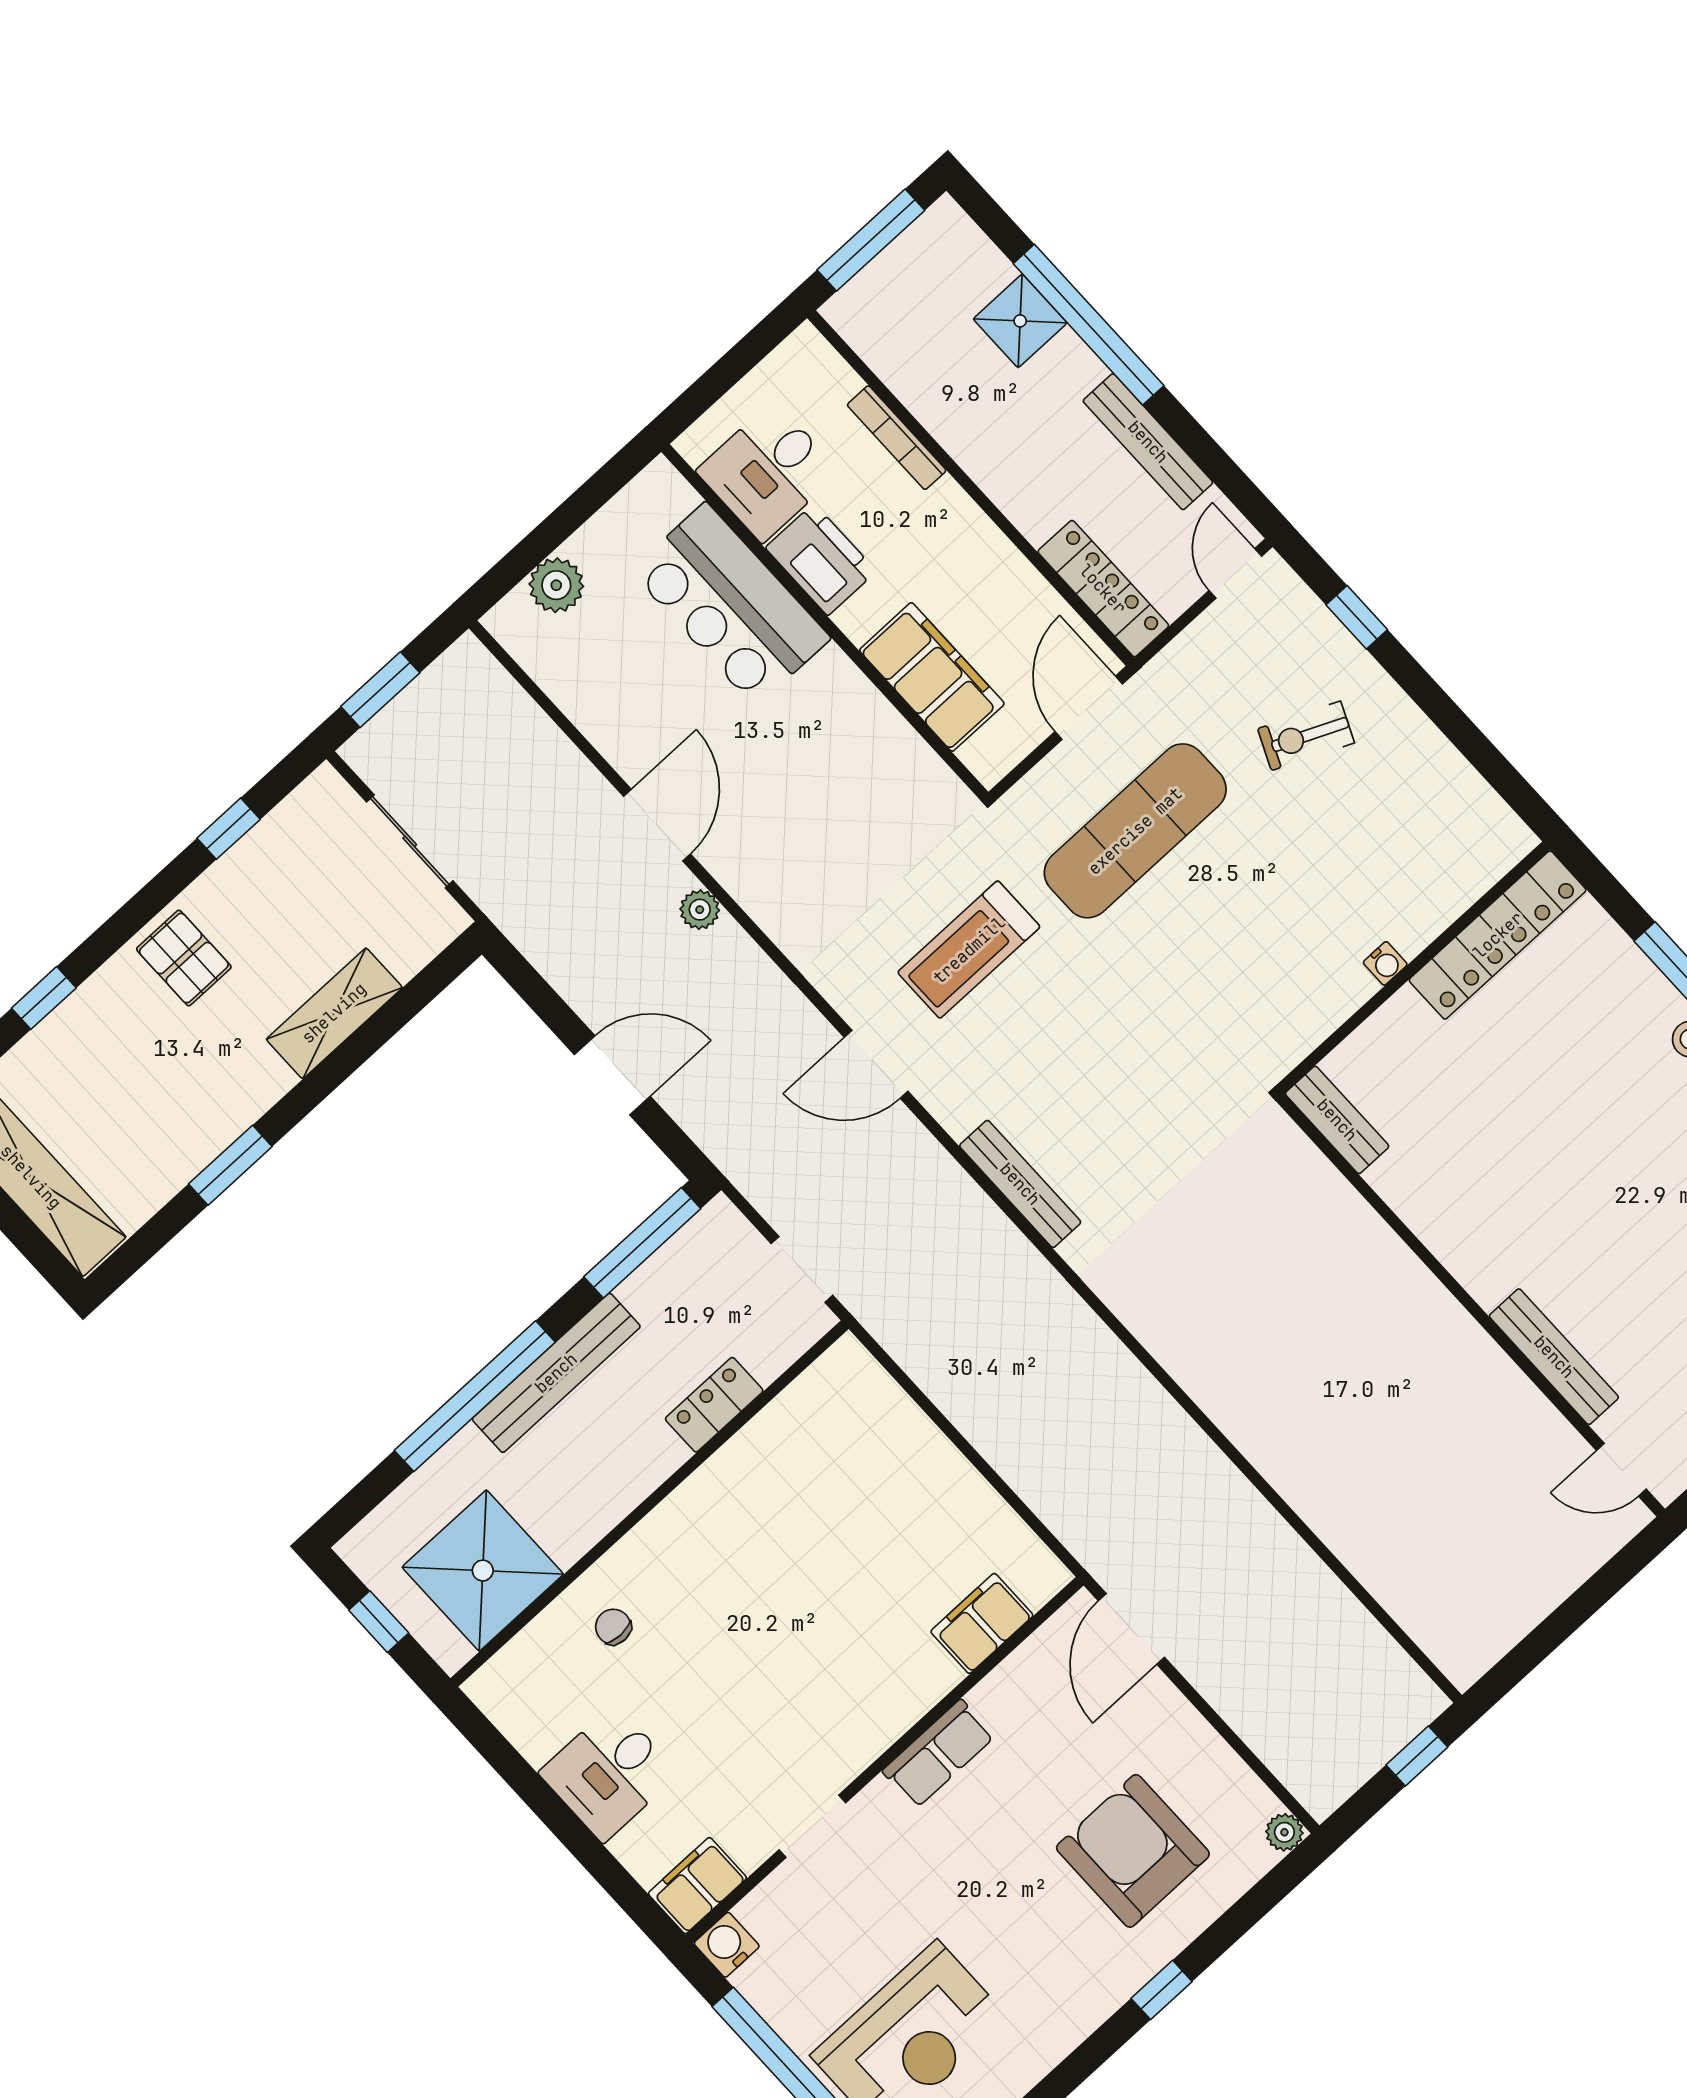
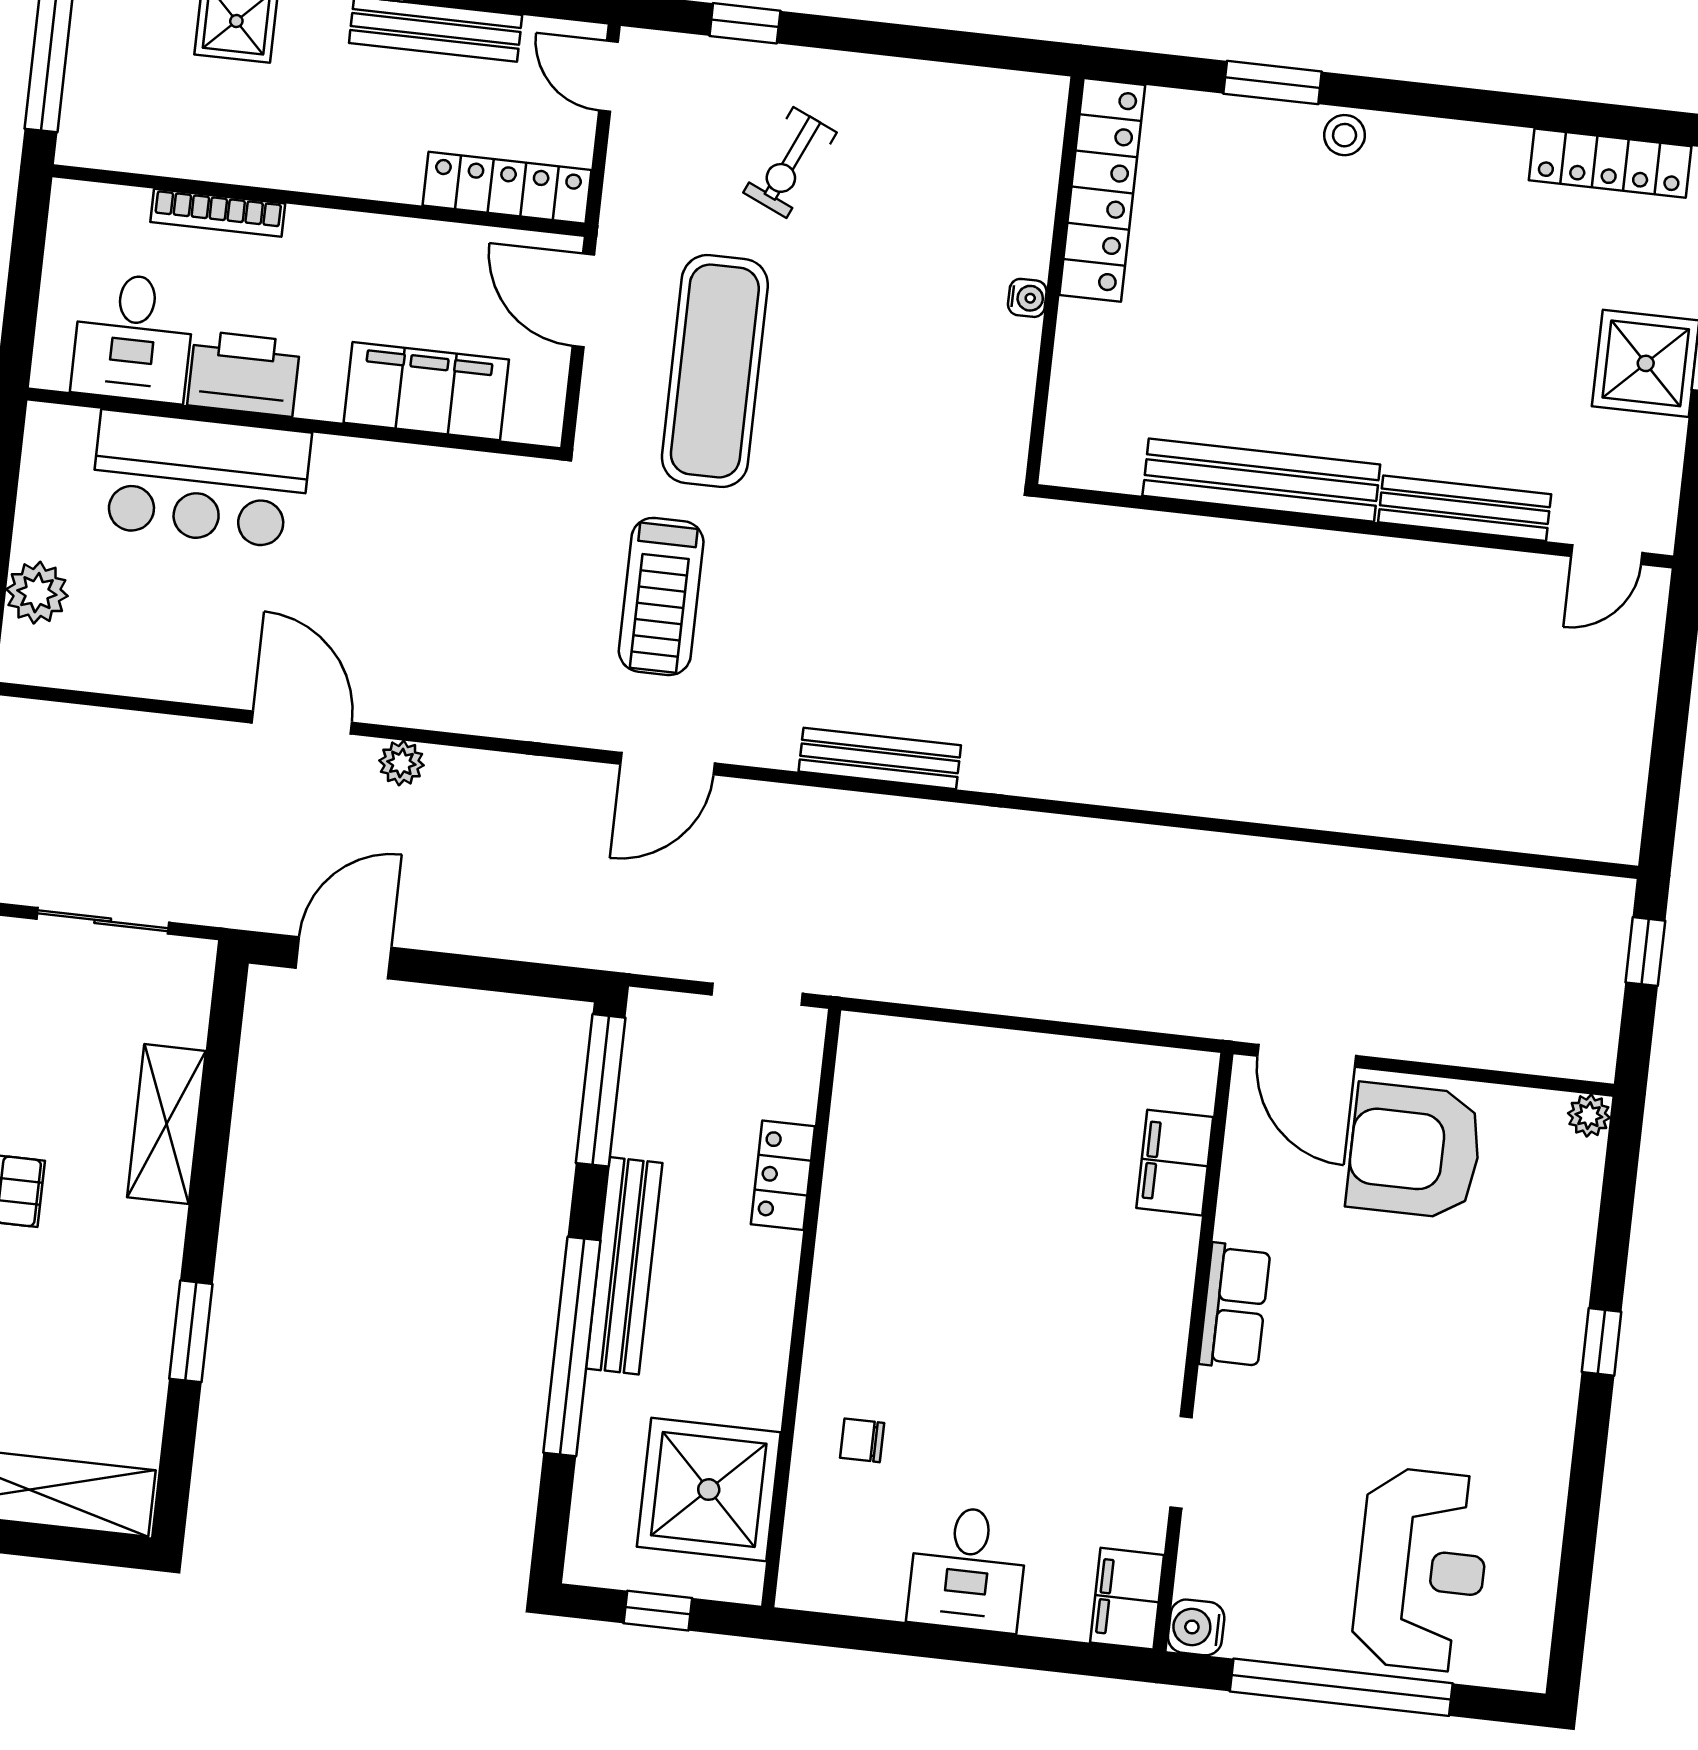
door: (612, 1075) -> (344, 958), moved
bench: (1337, 1120) -> (1261, 480), moved, width x1.86, depth x1.21
armchair: (1133, 1851) -> (1415, 1151), moved

